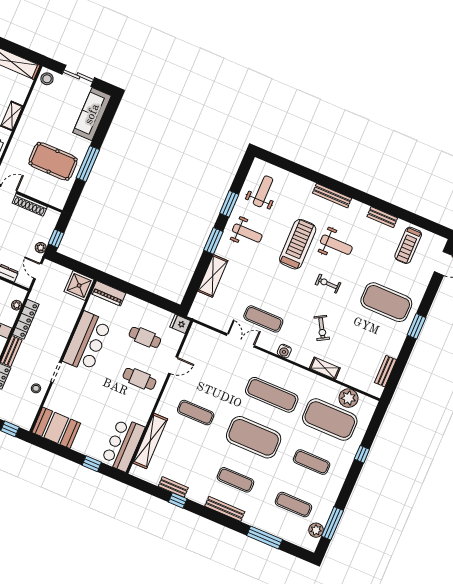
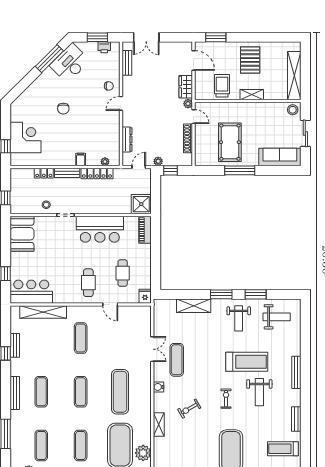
exercise mat: (254, 437) -> (81, 392), width x0.50, depth x0.69

